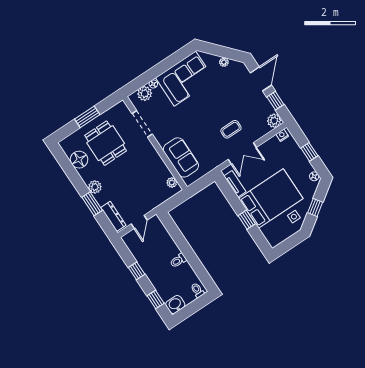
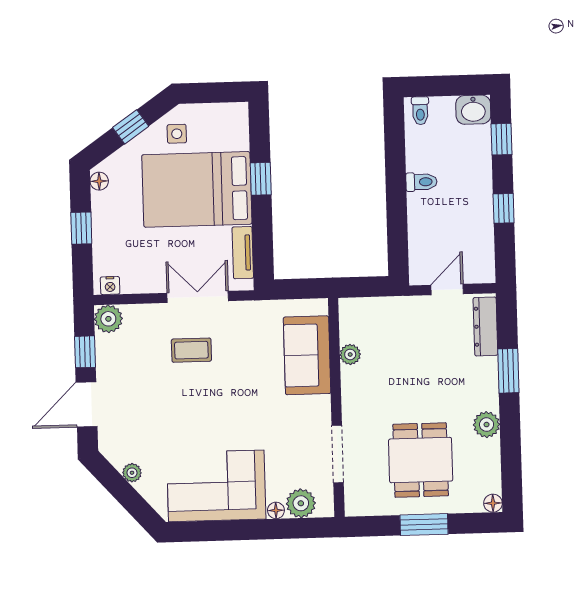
floor lamp: (79, 160) -> (493, 503), moved, width x0.53, depth x0.53
plant: (172, 183) -> (350, 354), moved
plant: (95, 187) -> (487, 425), moved

